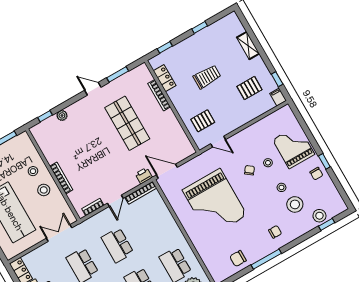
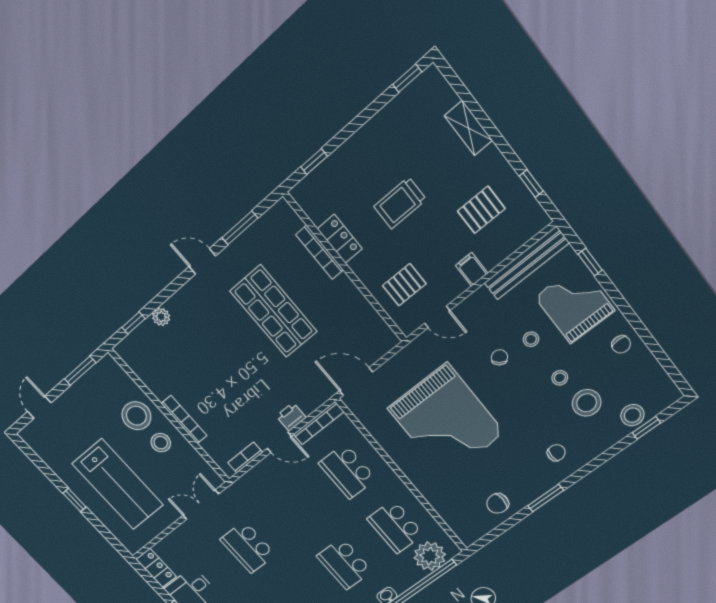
window: (200, 27) -> (407, 78), moved
trolley: (207, 77) -> (400, 203), turned 180
locker: (165, 78) -> (340, 239), moved
filing cabinet: (278, 97) -> (472, 269), moved
bench: (270, 120) -> (527, 263), added
window: (324, 161) -> (590, 262), moved
stool: (33, 171) -> (136, 416), width x1.89, depth x1.89
printer: (144, 176) -> (291, 417), moved
door: (115, 201) -> (279, 442), hinge flipped
school desk: (117, 245) -> (347, 471), moved
window: (266, 259) -> (546, 498), width x0.69

